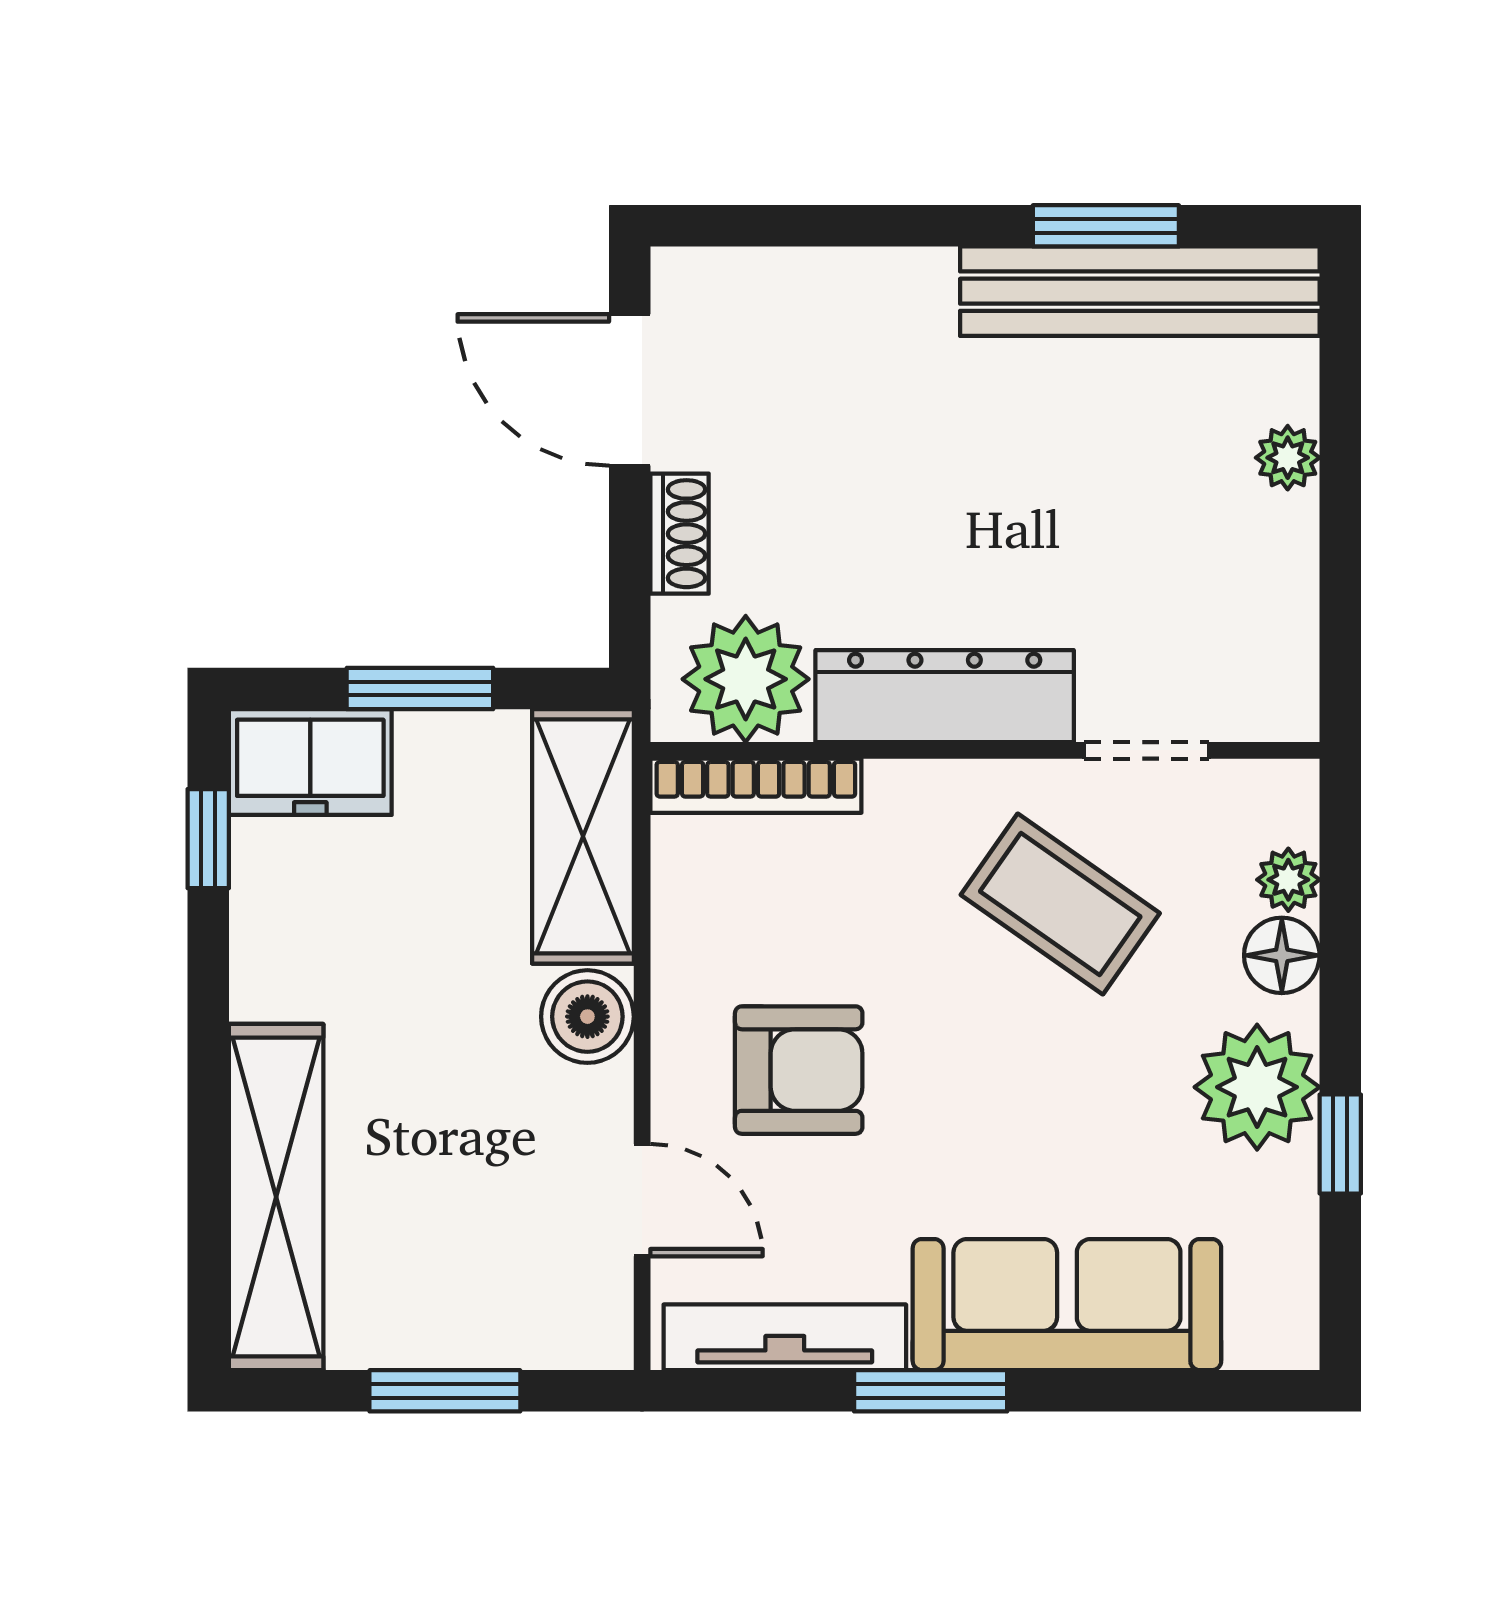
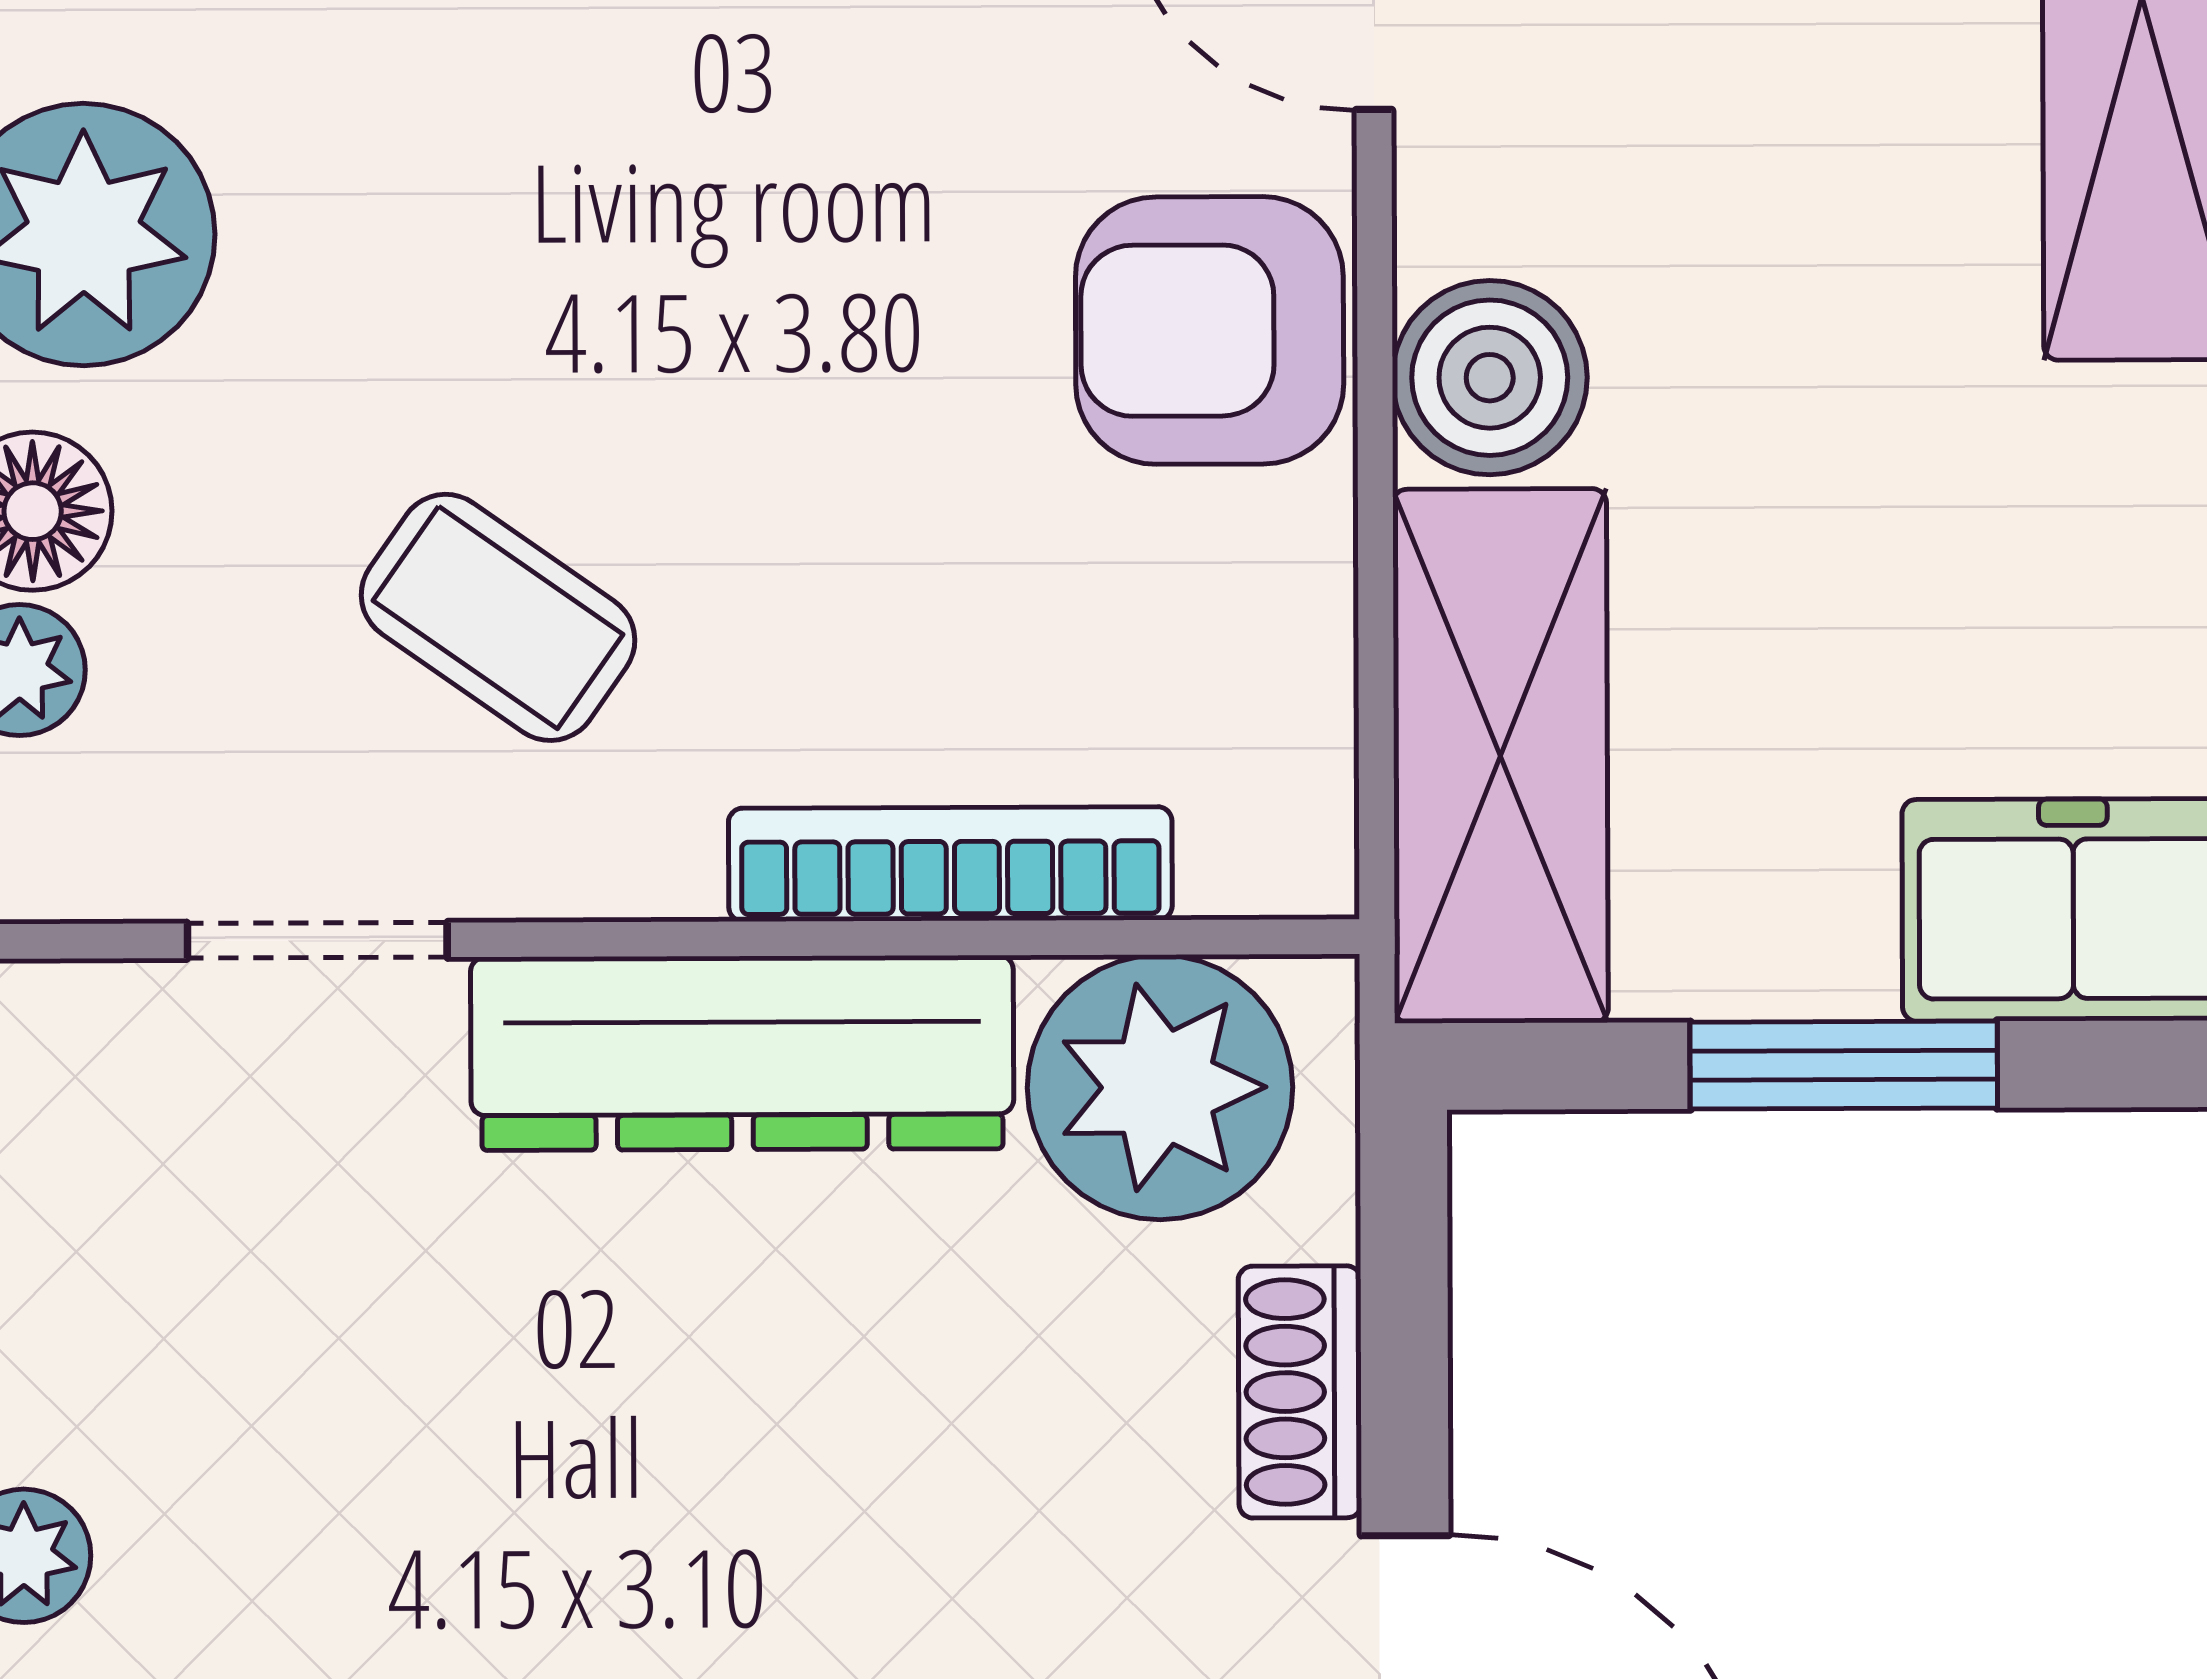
bookcase: (756, 786) -> (950, 864), moved
coffee table: (1060, 904) -> (498, 617), width x0.73, depth x0.77
armchair: (799, 1070) -> (1210, 330), moved

